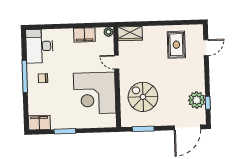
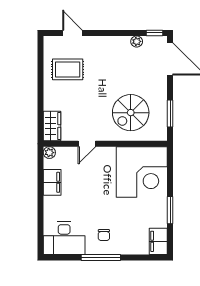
corner desk: (95, 93) -> (142, 172), moved
plant: (197, 100) -> (137, 41), width x0.53, depth x0.53
window: (208, 103) -> (154, 33), moved

